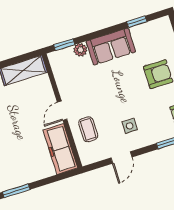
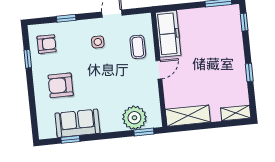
sofa: (111, 47) -> (77, 123), moved
plant: (80, 50) -> (134, 118), width x1.87, depth x1.87

